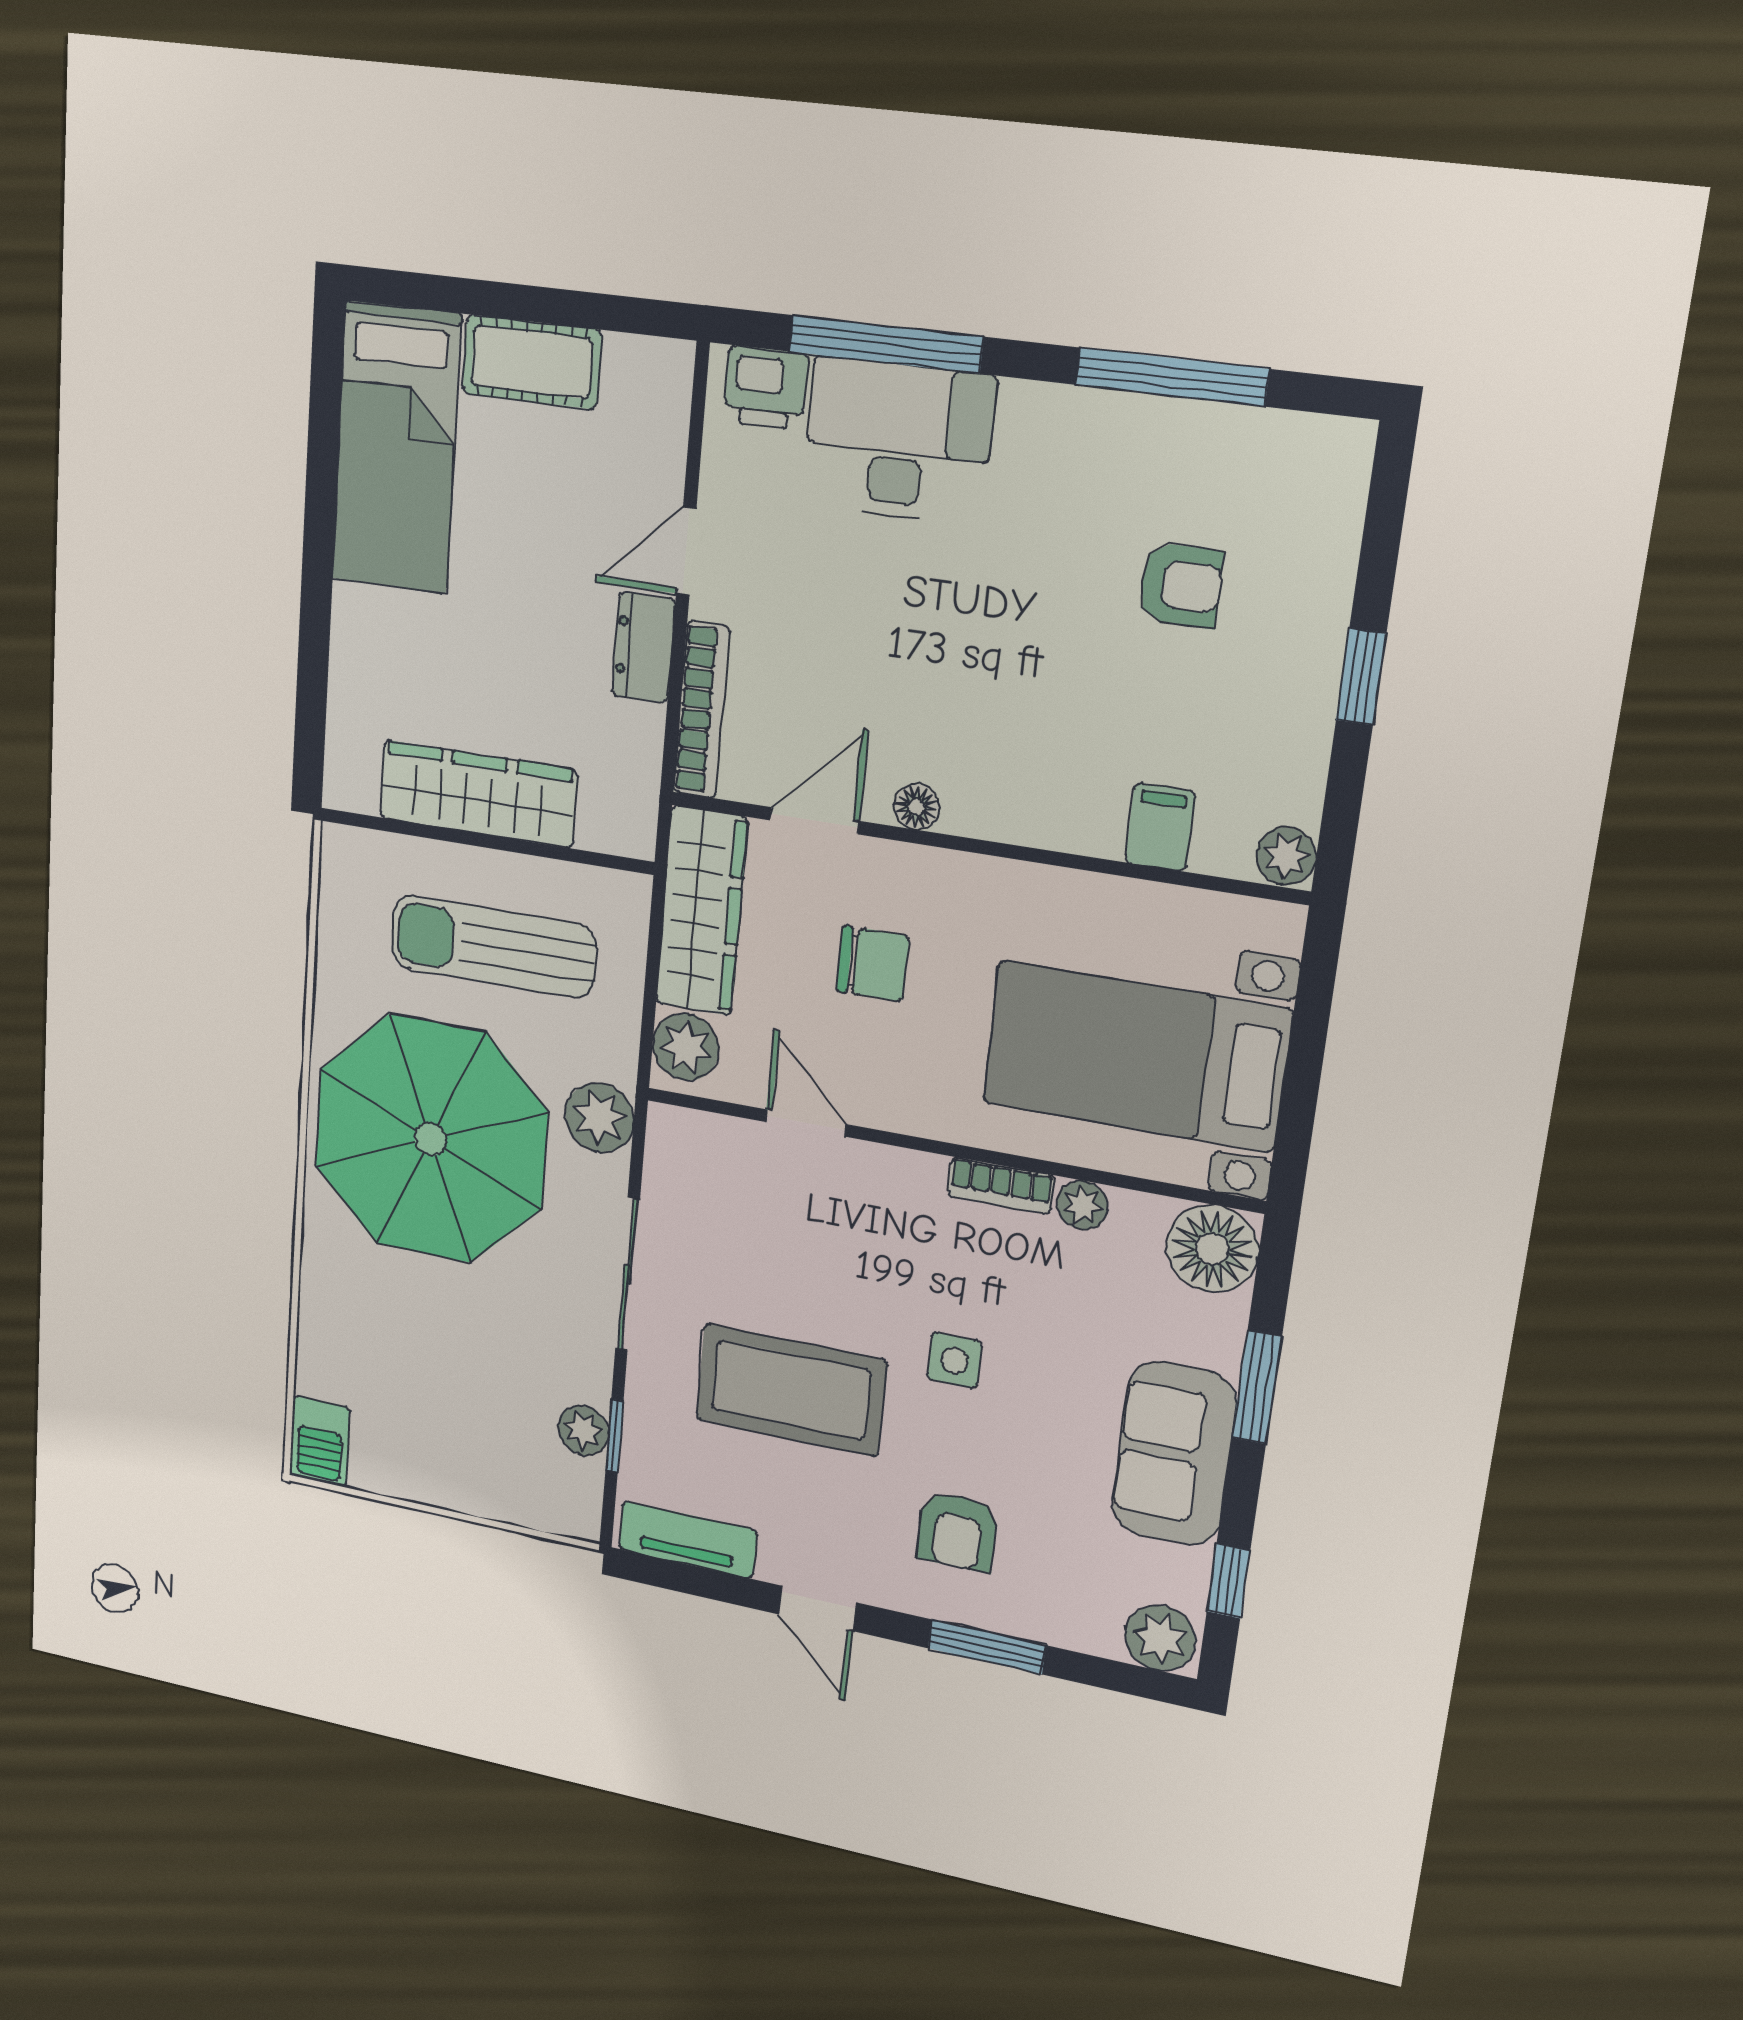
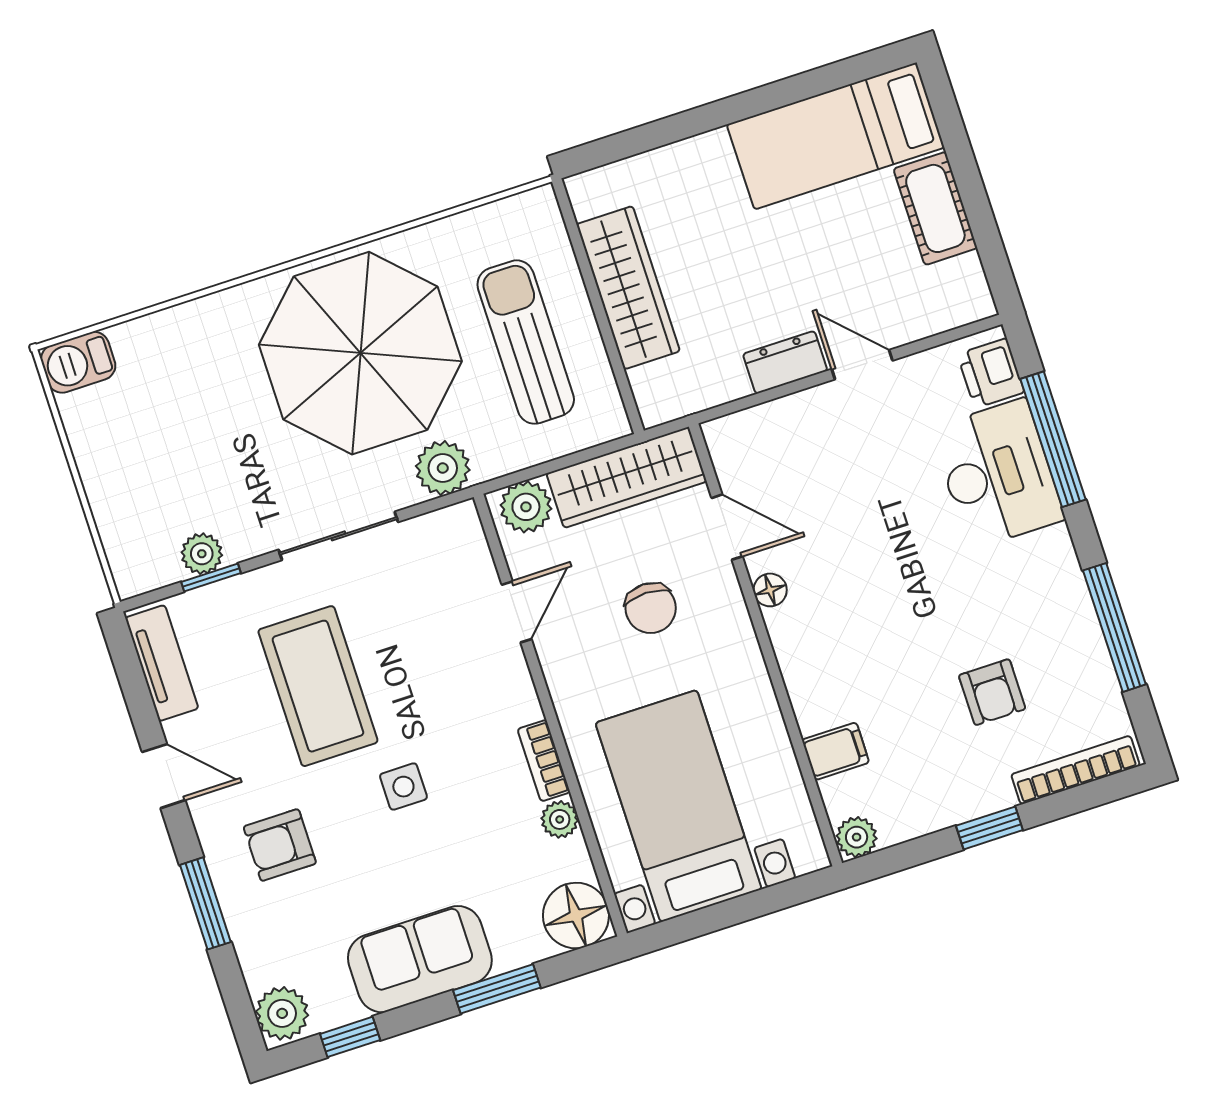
bookcase: (701, 710) -> (1075, 770), moved, turned 180
door: (817, 1608) -> (164, 776), swing flipped

